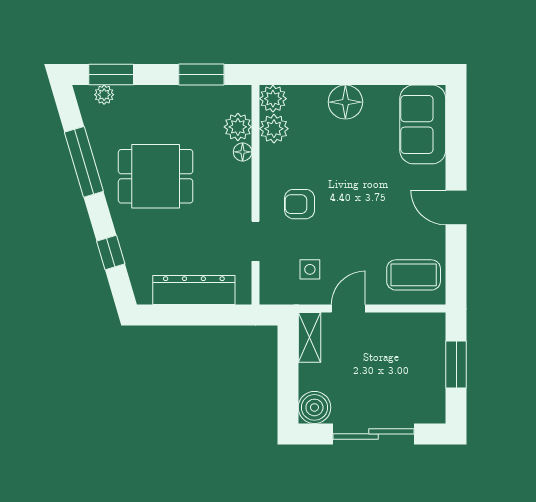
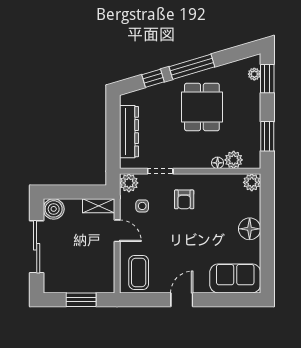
plant: (274, 129) -> (129, 183), moved
window: (84, 162) -> (192, 67), moved
armchair: (300, 204) -> (184, 199), turned 180

